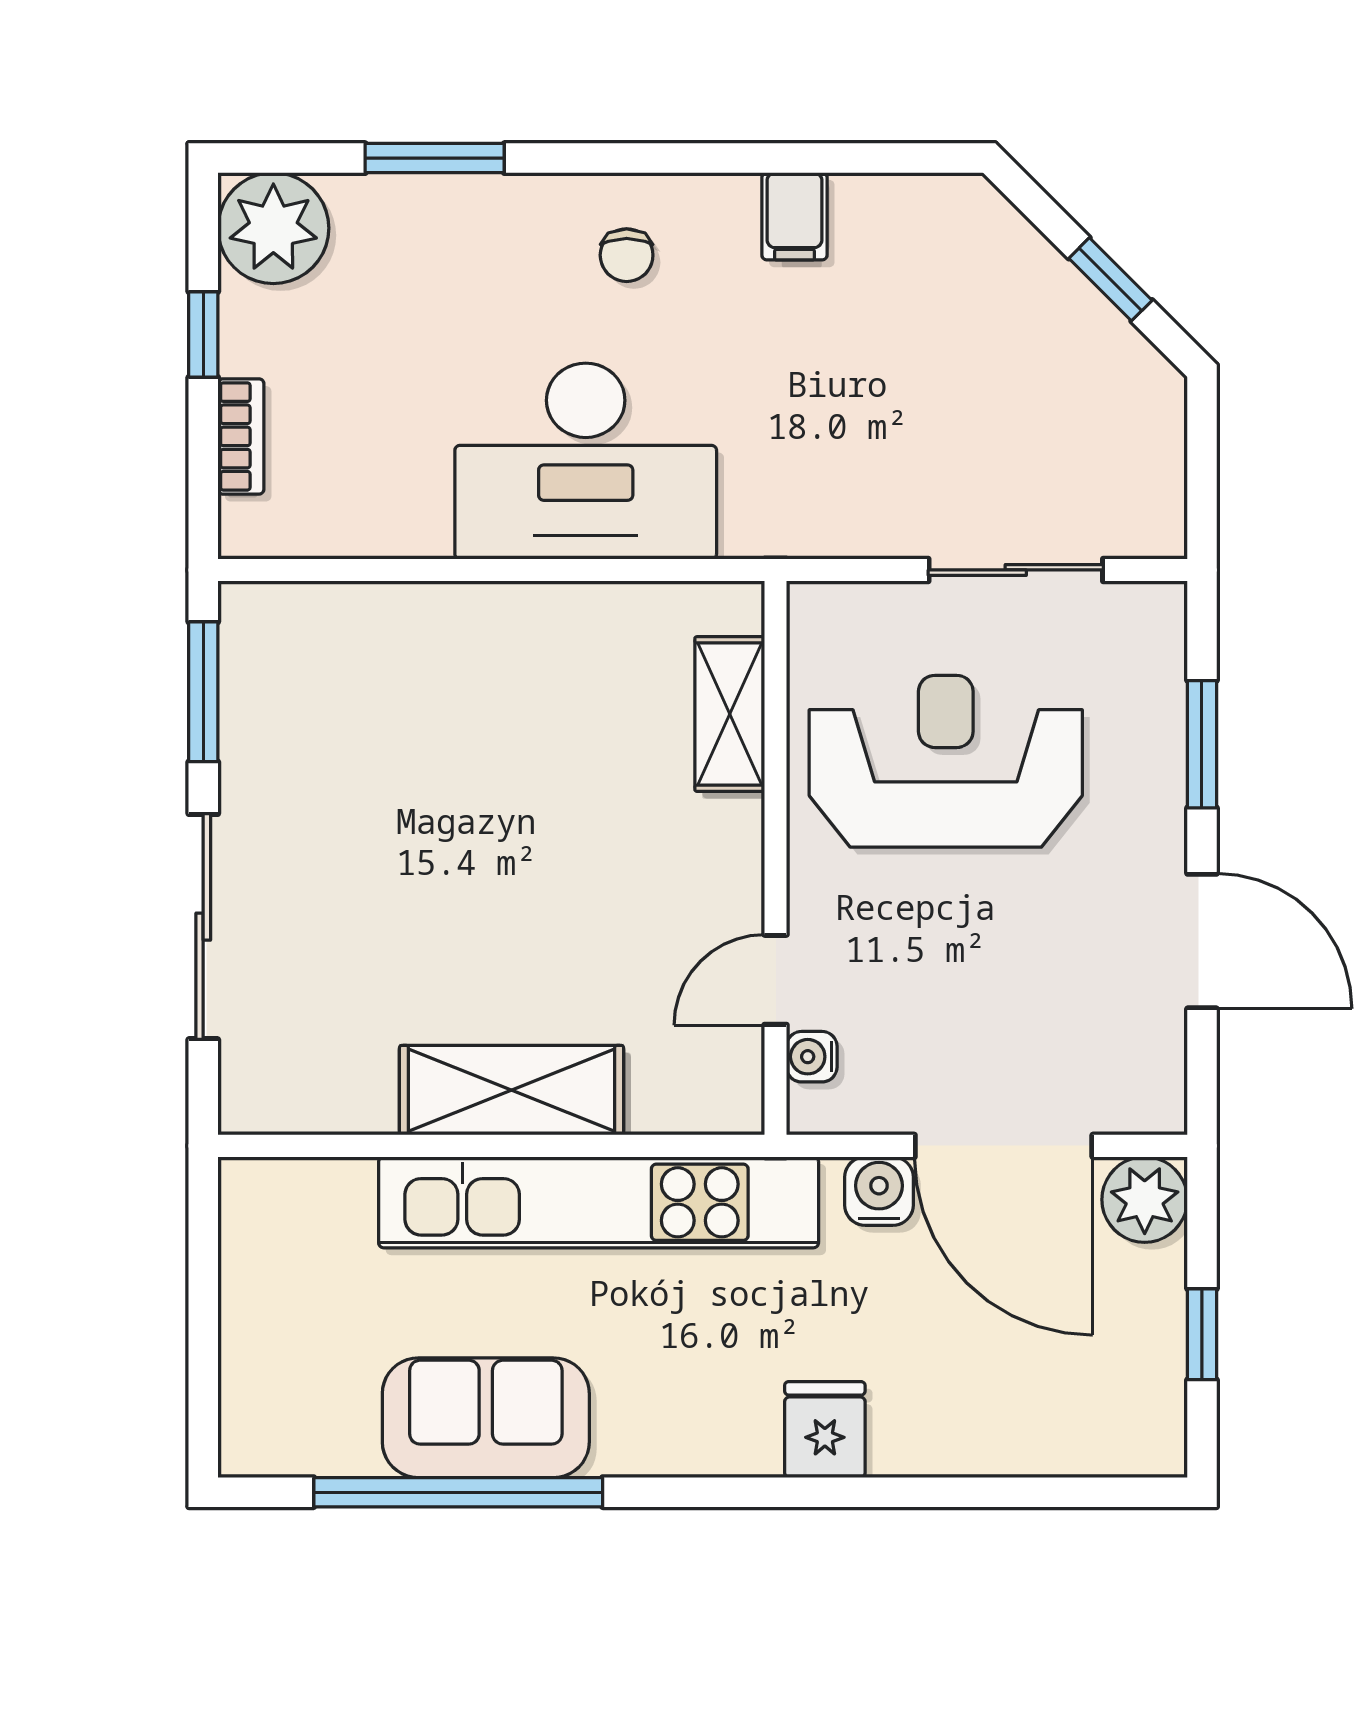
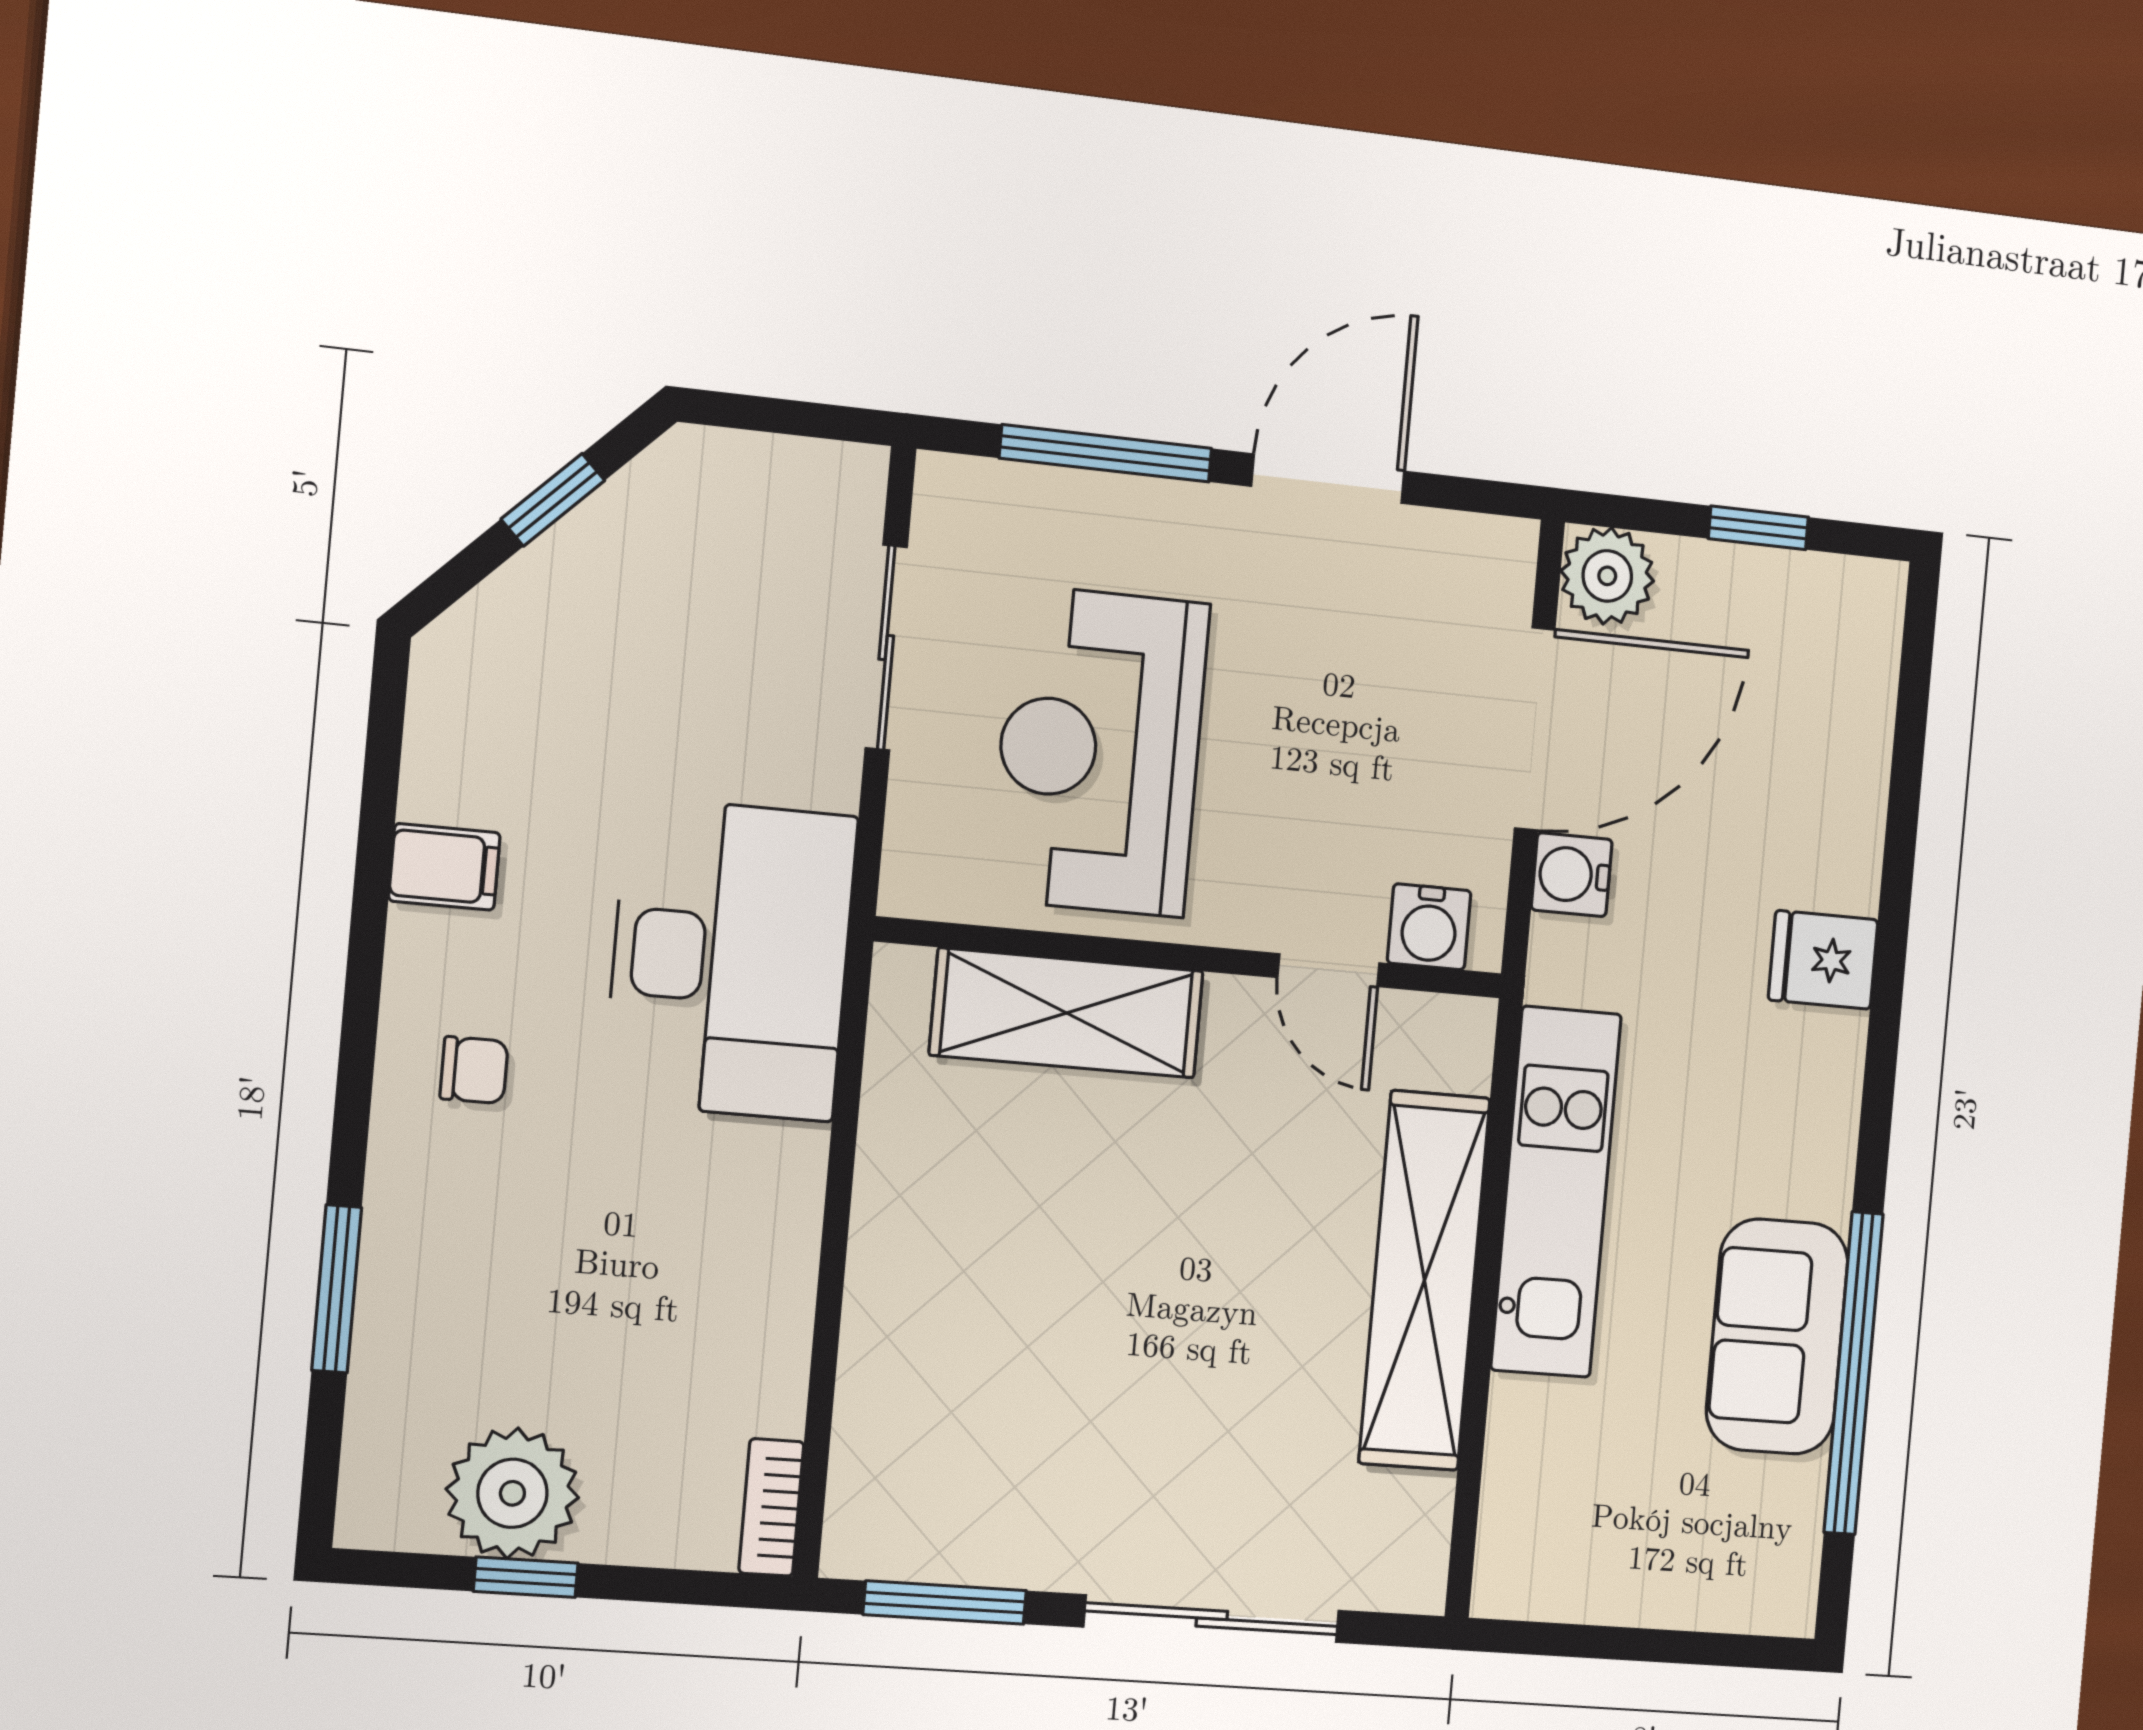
plant: (273, 228) -> (512, 1493), moved
bookcase: (241, 436) -> (771, 1507), moved, turned -90
desk: (586, 461) -> (731, 959), moved
shelving: (730, 714) -> (1067, 1013), width x1.50, depth x1.33
window: (1202, 744) -> (1106, 453), width x1.44
water cooler: (812, 1057) -> (1429, 927), width x1.38, depth x1.38
shelving: (512, 1090) -> (1424, 1281), width x1.47
kitchen unit: (599, 1202) -> (1556, 1192), width x0.73

